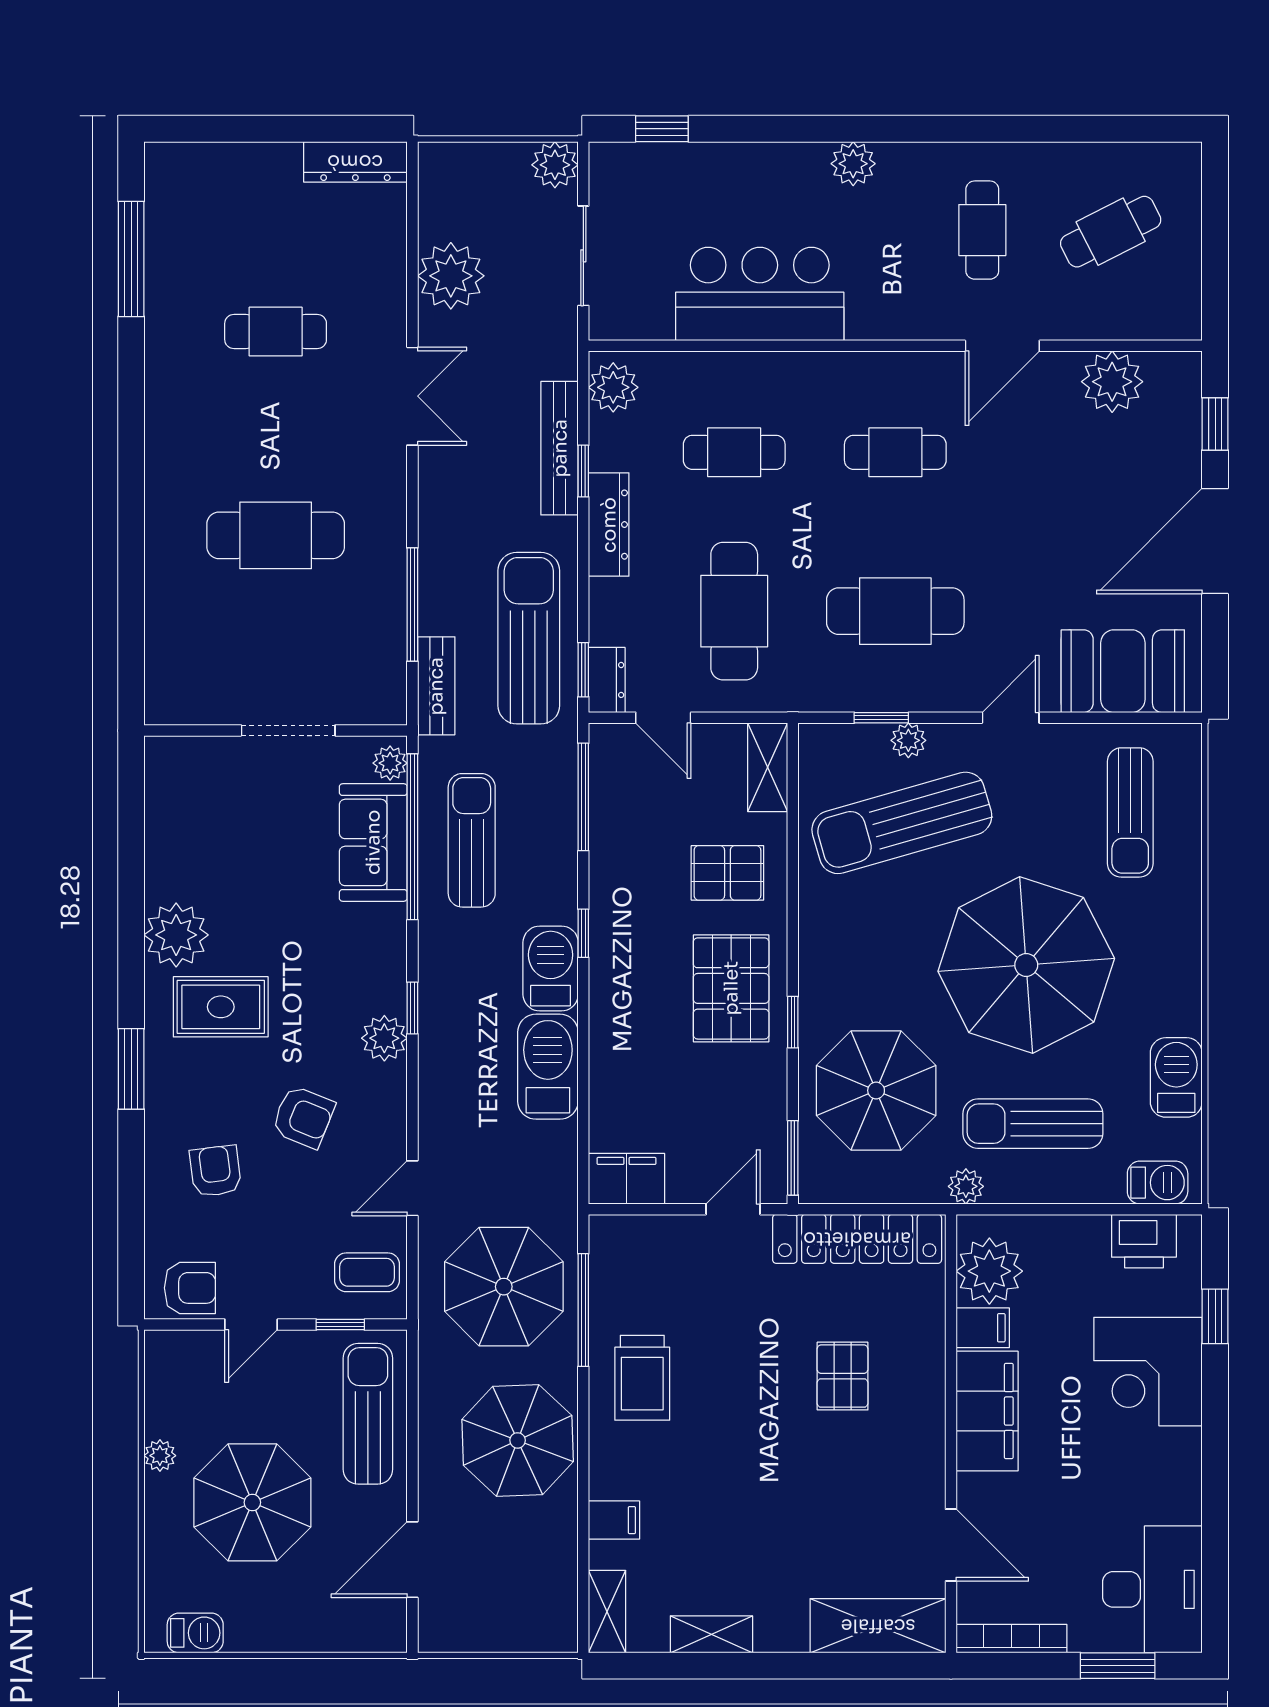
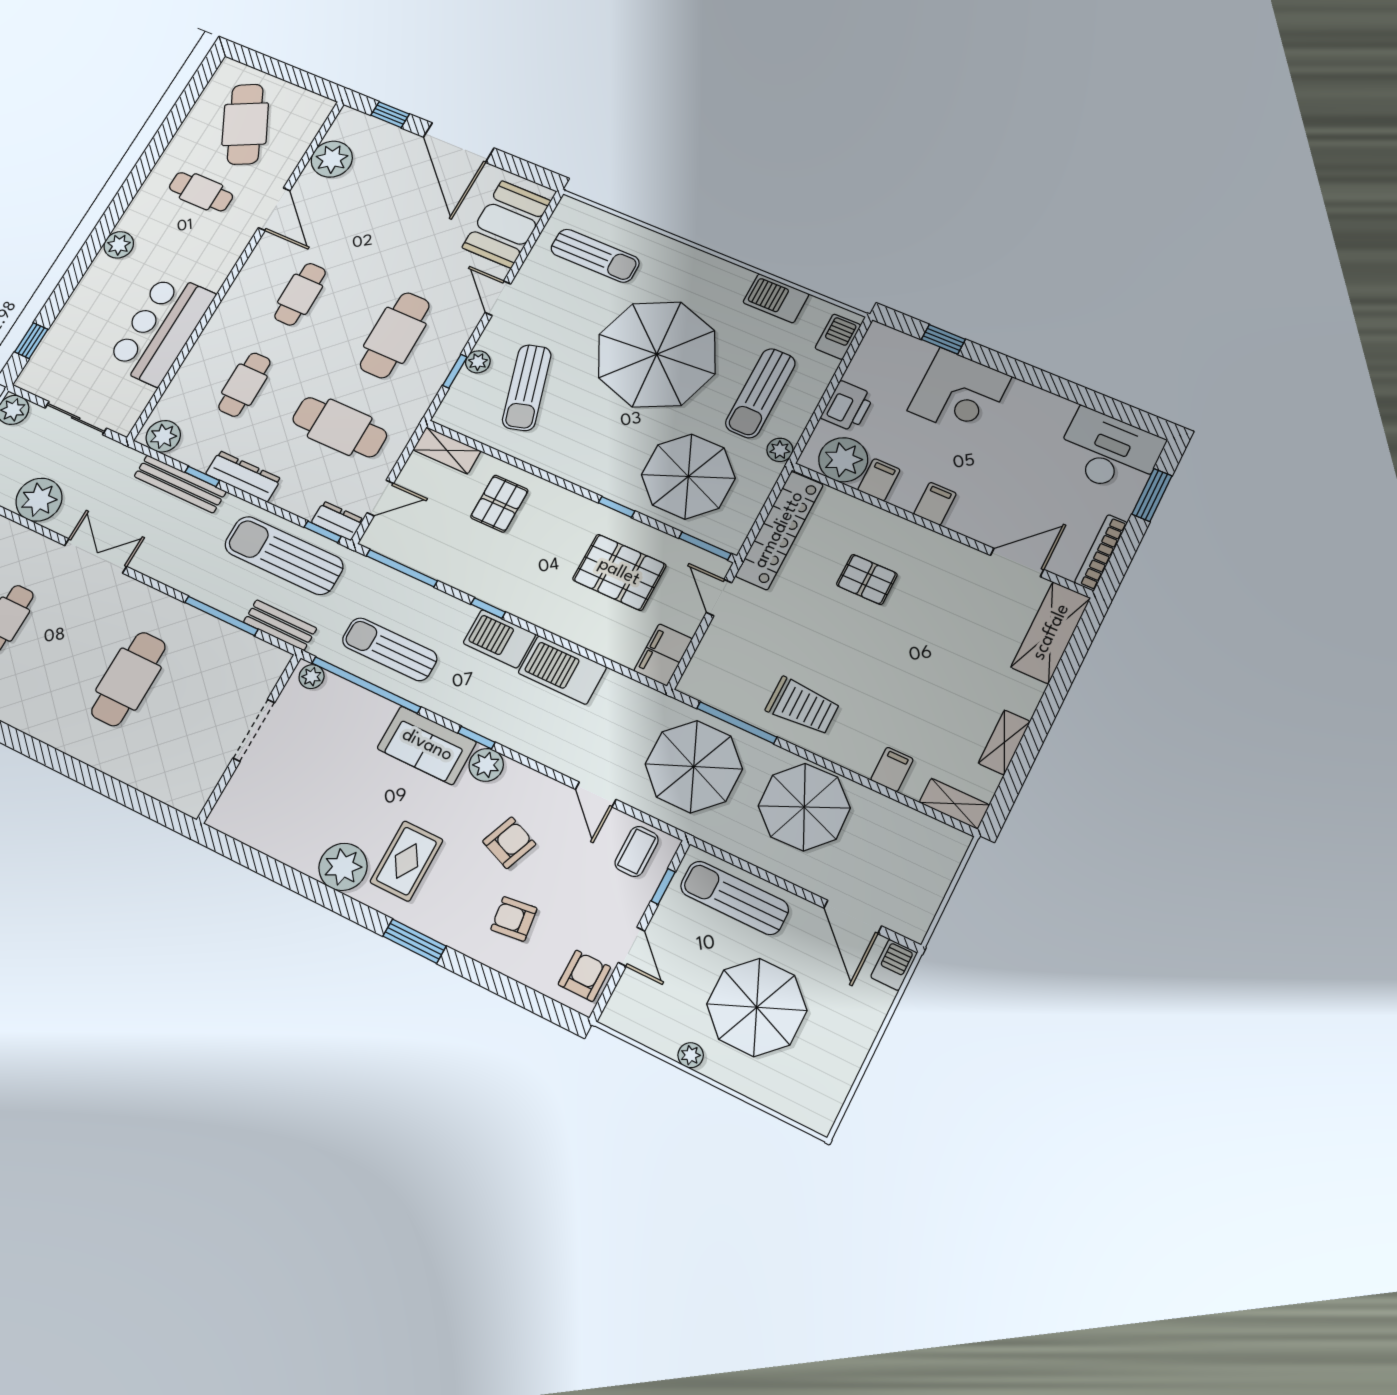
cafe table: (1111, 232) -> (245, 124), width x1.37, depth x1.35
sun lounger: (902, 823) -> (527, 388), width x0.73, depth x0.75
sofa: (373, 842) -> (427, 745), moved
pallet: (731, 988) -> (619, 572), moved
printer: (1144, 1241) -> (847, 406), moved
filing cabinet: (987, 1411) -> (935, 504), width x0.33, depth x0.86
barbecue: (195, 1633) -> (894, 965), moved

